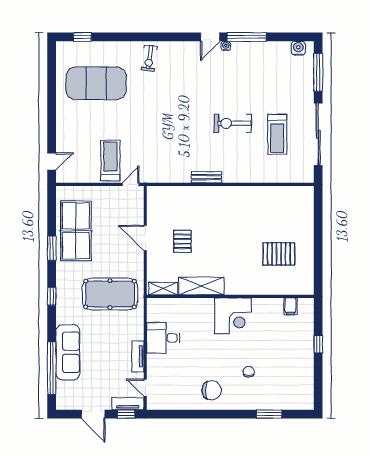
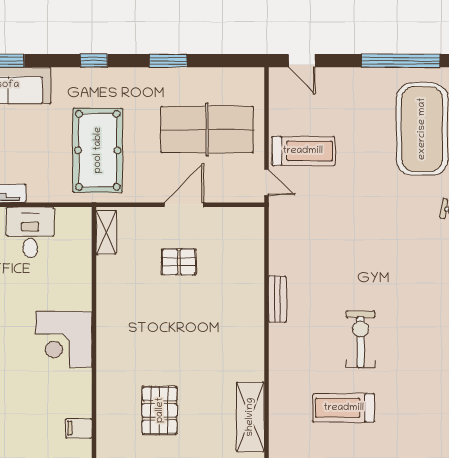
window: (52, 97) -> (401, 61), added
table tennis table: (76, 231) -> (207, 129), moved
shelving: (201, 286) -> (250, 417), moved

